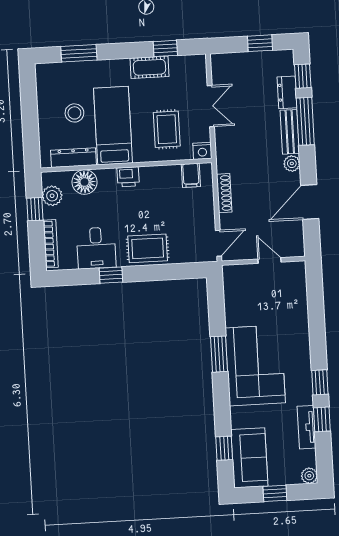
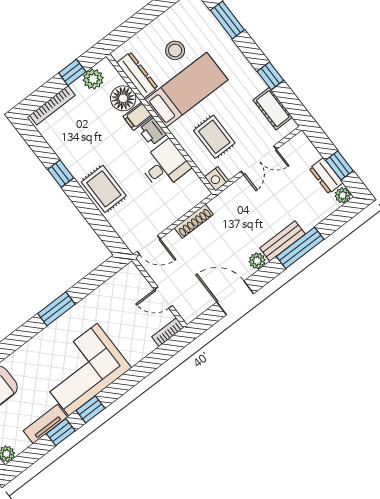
window: (165, 48) -> (270, 76), moved
plant: (286, 57) -> (343, 195), added
cot: (149, 67) -> (273, 109), moved
window: (303, 76) -> (336, 220), removed
dresser: (287, 92) -> (326, 176), moved, turned -90
rug: (167, 129) -> (214, 137), turned 90
filing cabinet: (191, 175) -> (138, 116), moved
desk: (96, 248) -> (165, 165), moved, turned 180
door: (269, 261) -> (163, 298), swing flipped
bookcase: (300, 276) -> (168, 332), added
corner sofa: (255, 365) -> (83, 370), moved, turned 180

